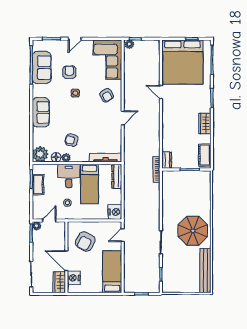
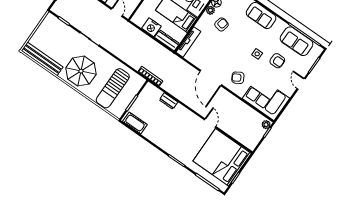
door: (161, 92) -> (210, 123), hinge flipped
door: (123, 118) -> (211, 78), width x1.87
wardrobe: (205, 123) -> (160, 141), removed
dresser: (167, 160) -> (169, 101), moved
sun lounger: (189, 194) -> (113, 88), added
nightstand: (115, 212) -> (151, 27), moved

